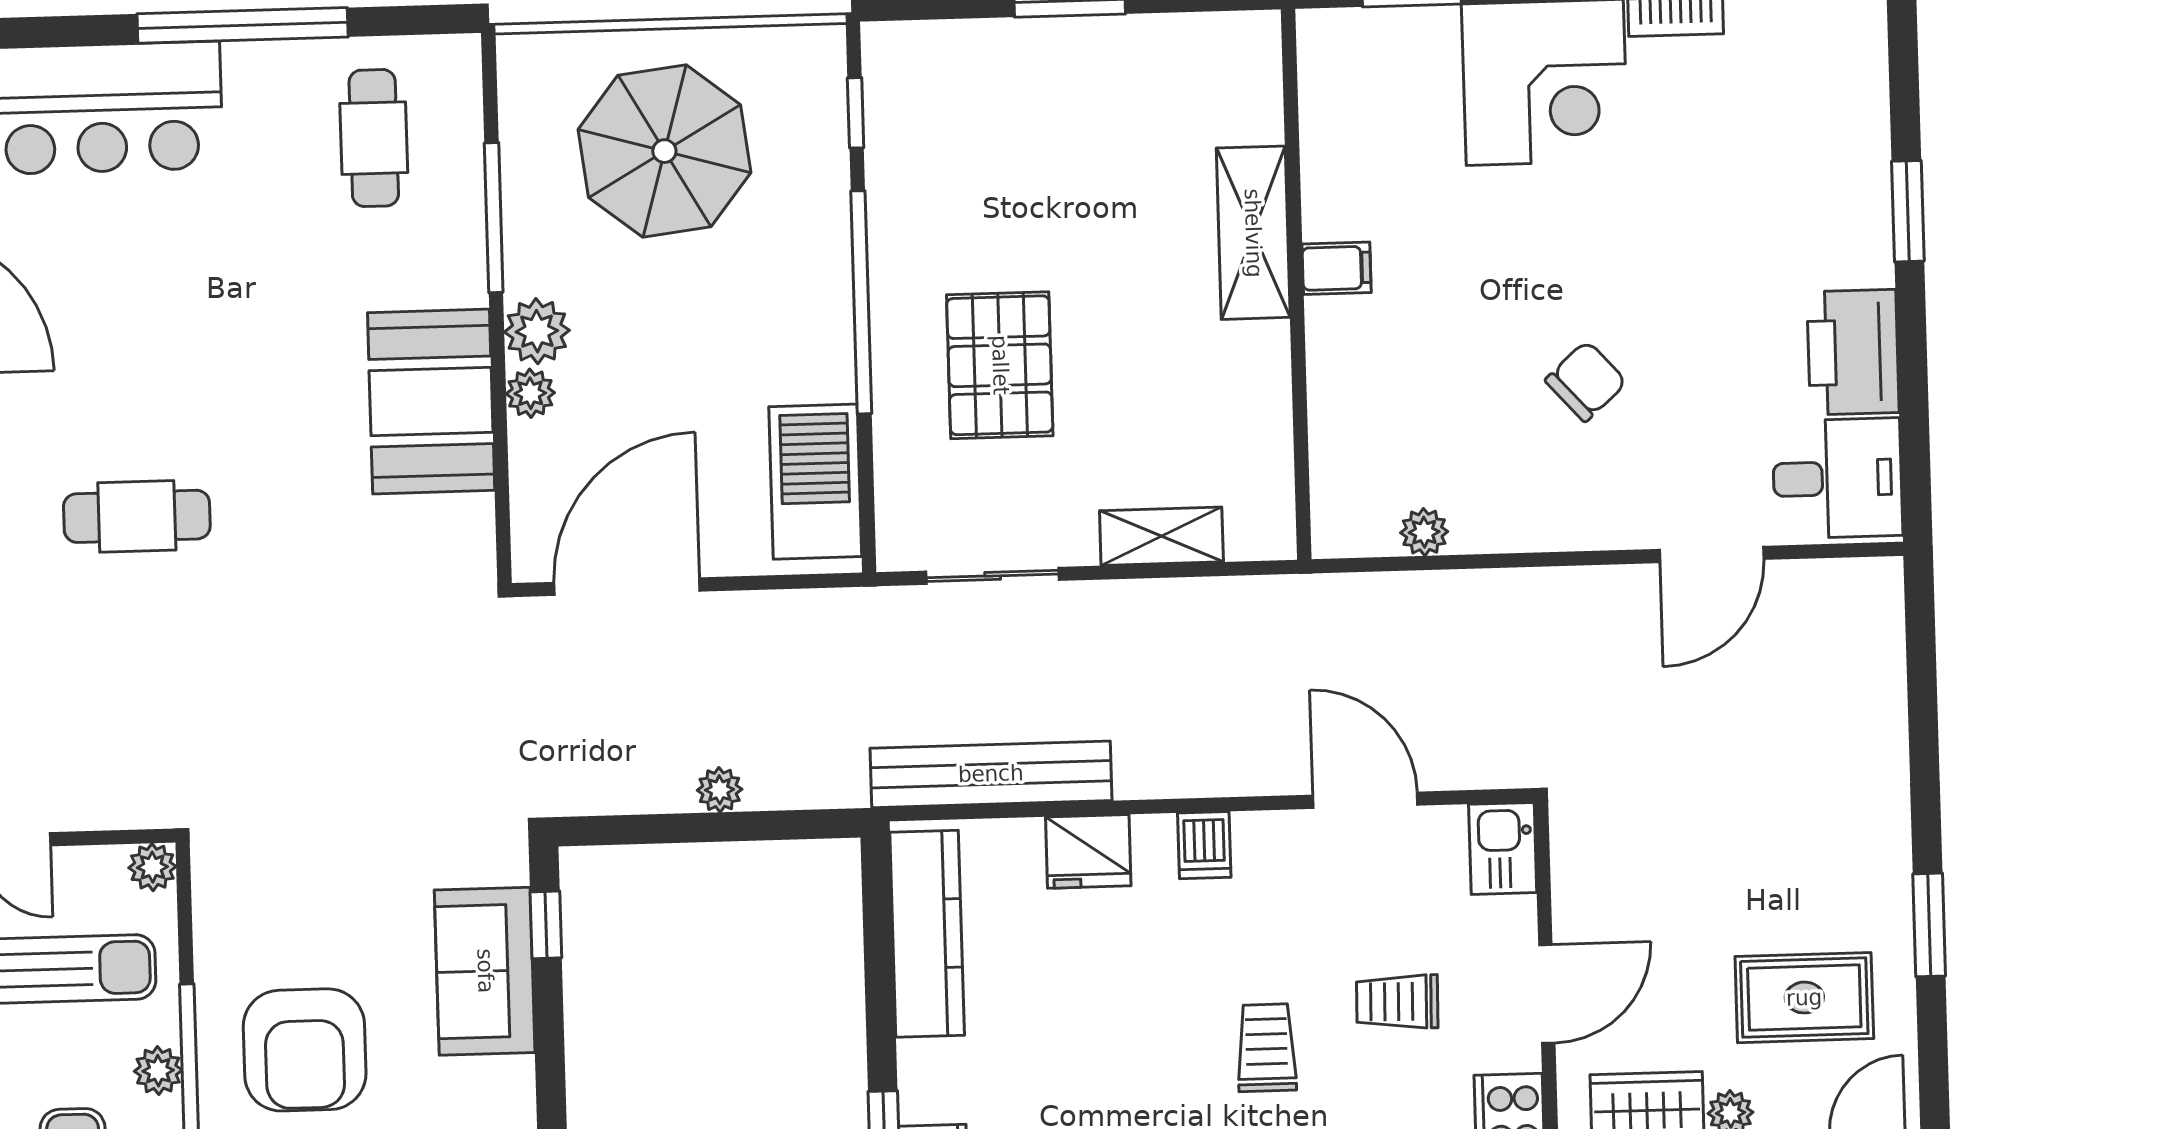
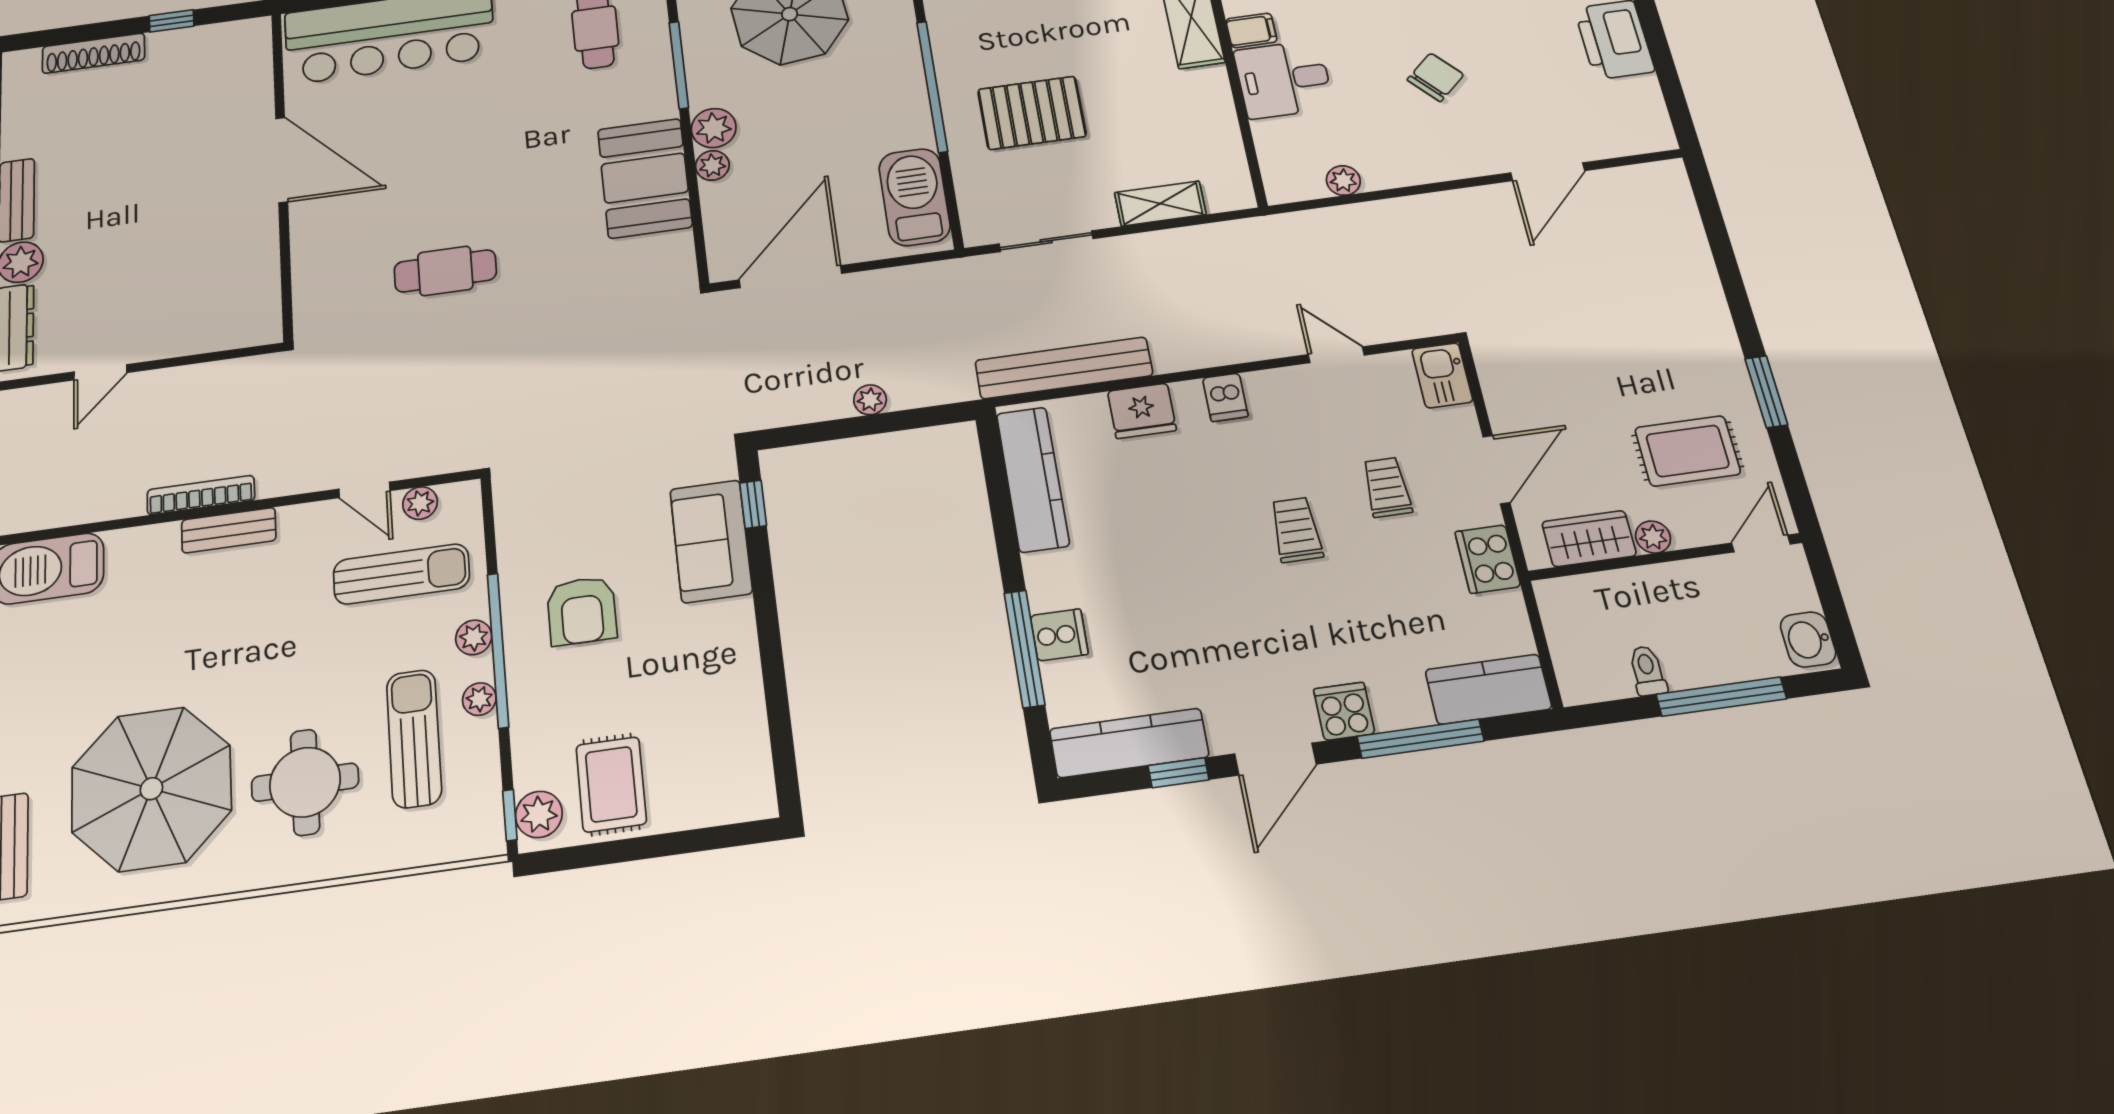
pallet: (1000, 365) -> (1032, 113), turned 90
desk: (1837, 478) -> (1284, 79), moved, turned 180
door: (1365, 800) -> (1336, 355), width x0.73
plant: (152, 867) -> (420, 503), moved
trolley: (1397, 1002) -> (1387, 487), turned 89
armchair: (305, 1050) -> (582, 611), width x0.73, depth x0.73

